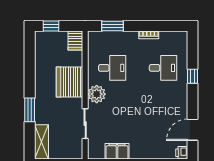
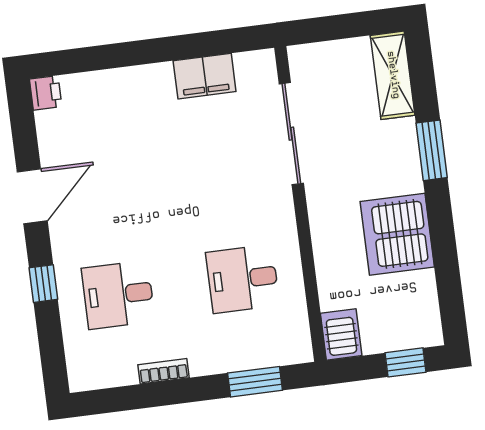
server rack: (69, 82) -> (397, 234), moved, turned 180
plant: (97, 94) -> (272, 210), removed
sliding door: (85, 124) -> (291, 134), width x1.37
door: (192, 130) -> (32, 196), moved

